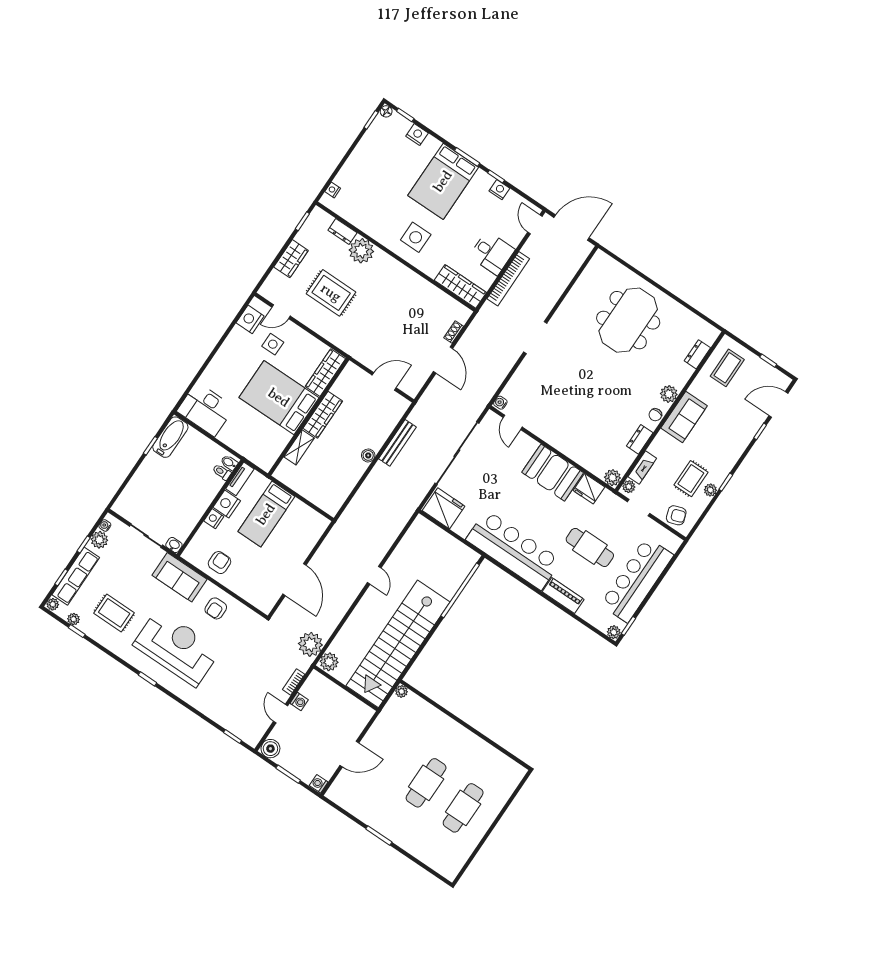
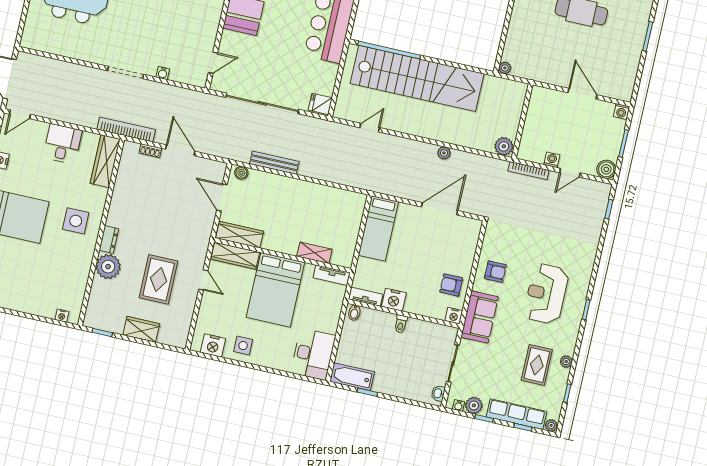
dresser: (342, 231) -> (109, 239), moved
bookcase: (508, 279) -> (126, 130), moved
door: (281, 312) -> (203, 280), moved
side table: (273, 344) -> (243, 346), moved
door: (443, 360) -> (180, 150), hinge flipped
water cooler: (500, 403) -> (163, 73), moved
wardrobe: (323, 415) -> (240, 235), moved
tv unit: (272, 455) -> (332, 275), added
boiler: (368, 455) -> (241, 173), moved
toilet: (222, 472) -> (401, 324), moved
fridge: (444, 508) -> (320, 104), width x0.53, depth x0.75
bed: (266, 514) -> (378, 228), moved, turned 90
nightstand: (214, 519) -> (454, 316), moved
washbasin: (174, 545) -> (438, 393), moved
door: (374, 575) -> (370, 128), moved
plant: (74, 619) -> (566, 362), moved
plant: (310, 644) -> (444, 153), moved, width x0.53, depth x0.53
stairs: (398, 644) -> (417, 78), moved
reception desk: (177, 648) -> (546, 294), width x0.74, depth x0.77
bookcase: (294, 682) -> (529, 171), width x1.56

